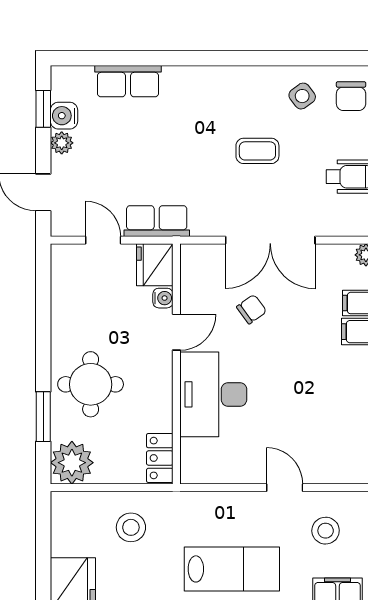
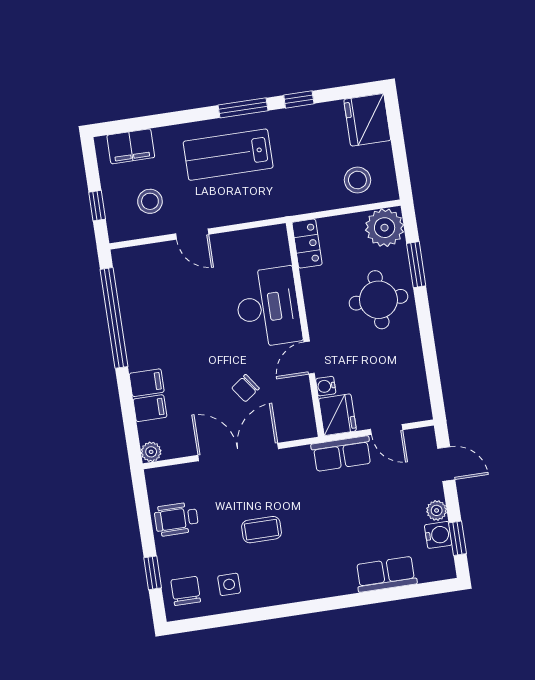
side table: (302, 96) -> (229, 584), turned 37
stool: (131, 527) -> (357, 180), moved

